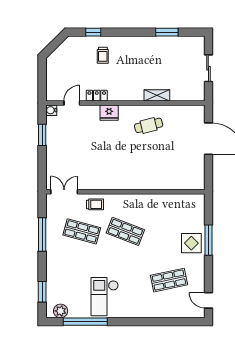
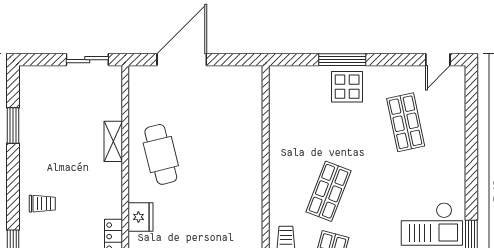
trolley: (103, 55) -> (42, 204), moved
sliding door: (208, 68) -> (87, 60), moved
cafe table: (149, 125) -> (161, 154), width x1.37, depth x1.35

